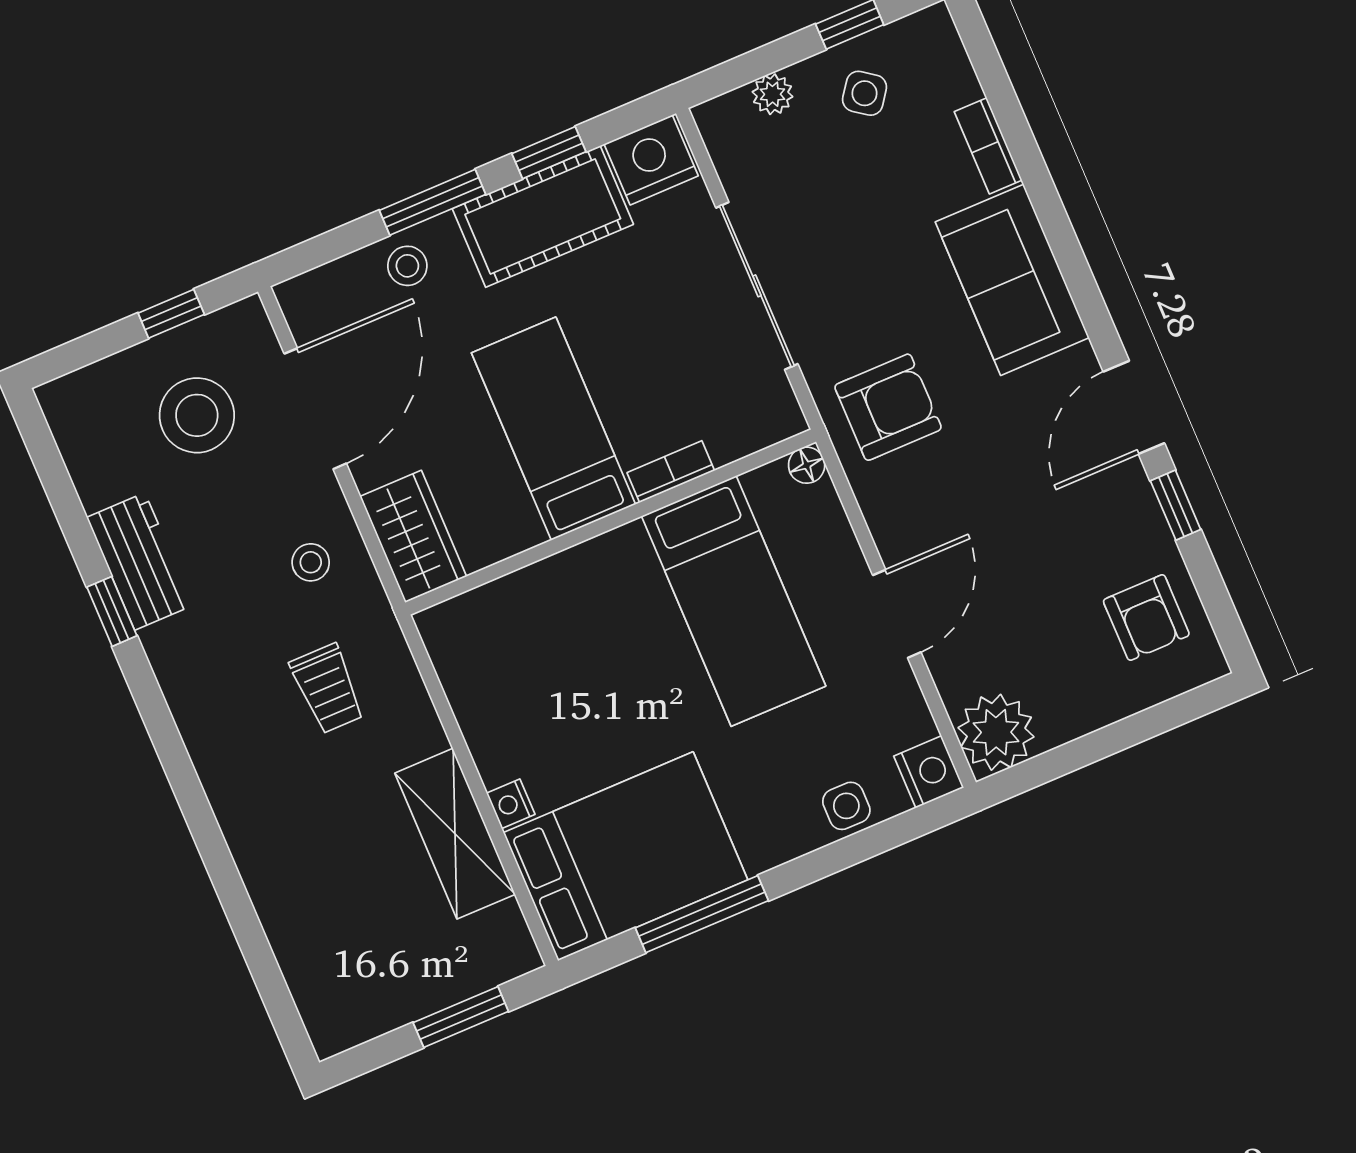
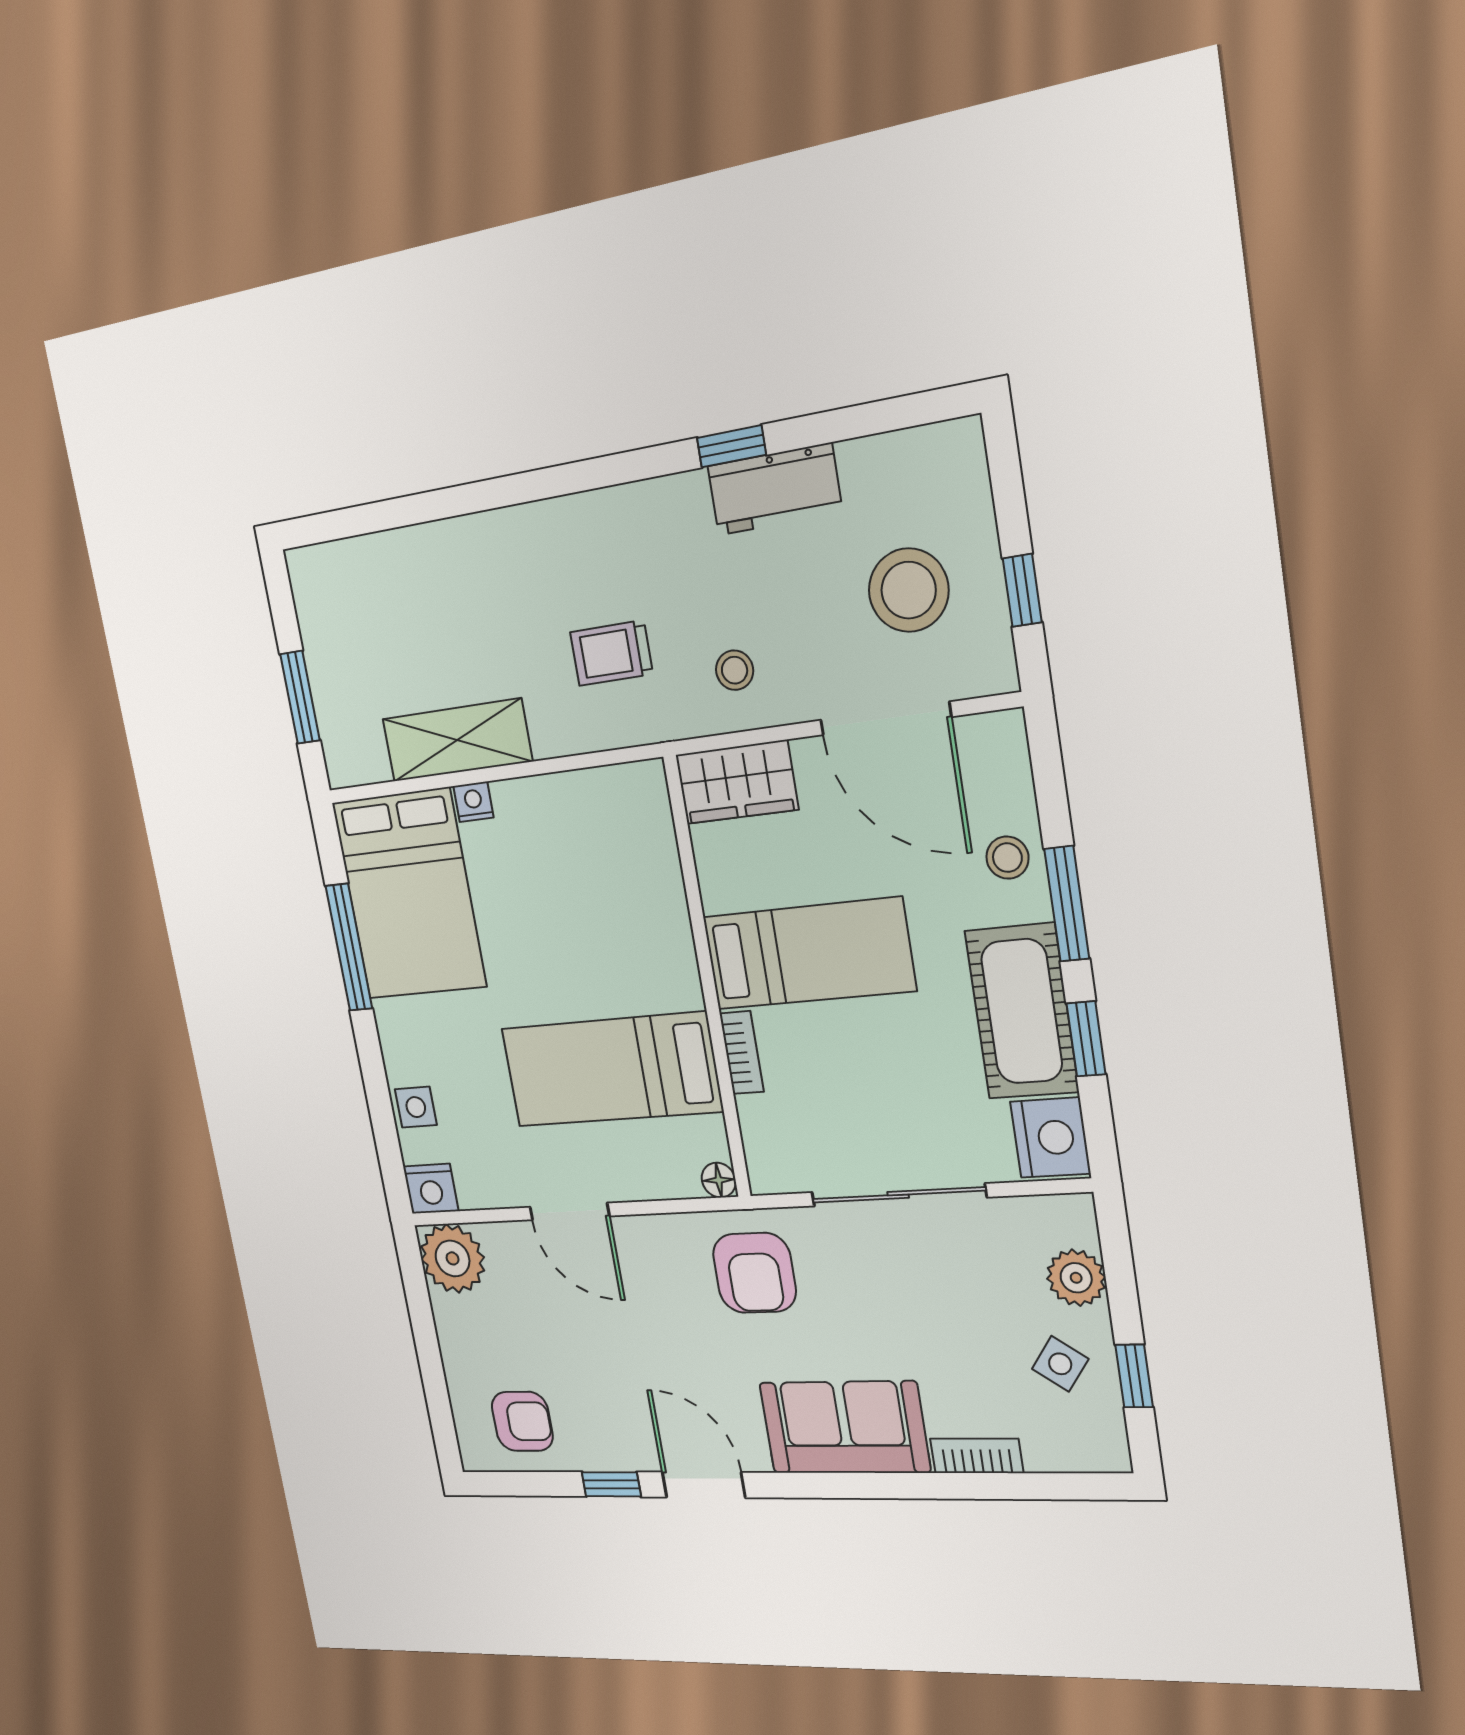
plant: (772, 94) -> (1076, 1278), width x1.38, depth x1.38
armchair: (1146, 618) -> (522, 1421), turned 180

